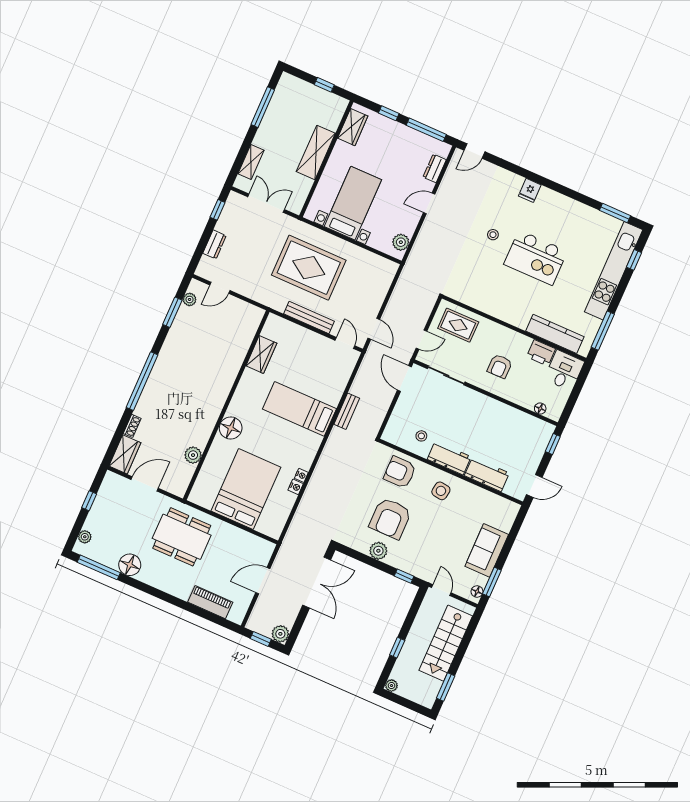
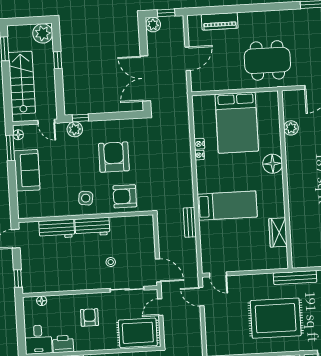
bench: (309, 317) -> (295, 278), moved
rug: (458, 325) -> (138, 333), width x1.36, depth x1.43
stool: (421, 436) -> (111, 262), moved
armchair: (400, 472) -> (125, 196), turned 180
plant: (378, 551) -> (75, 129), moved
floor lamp: (130, 565) -> (296, 18), removed
plant: (391, 686) -> (43, 33), width x1.88, depth x1.88

